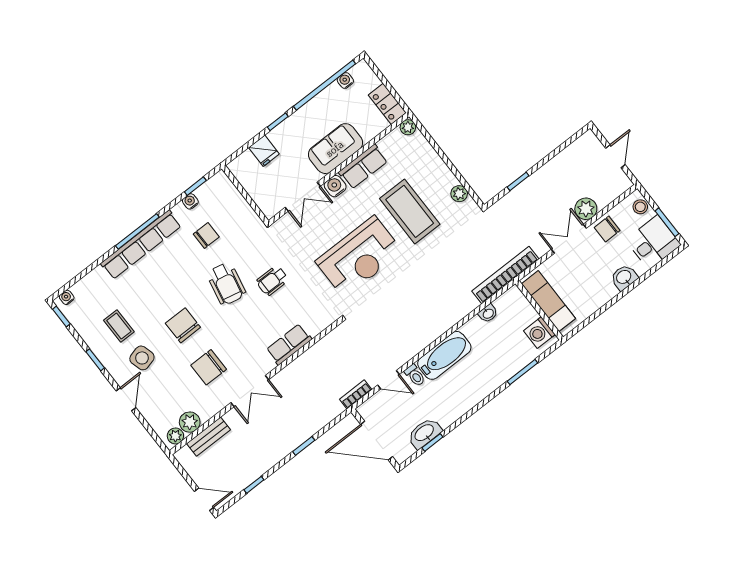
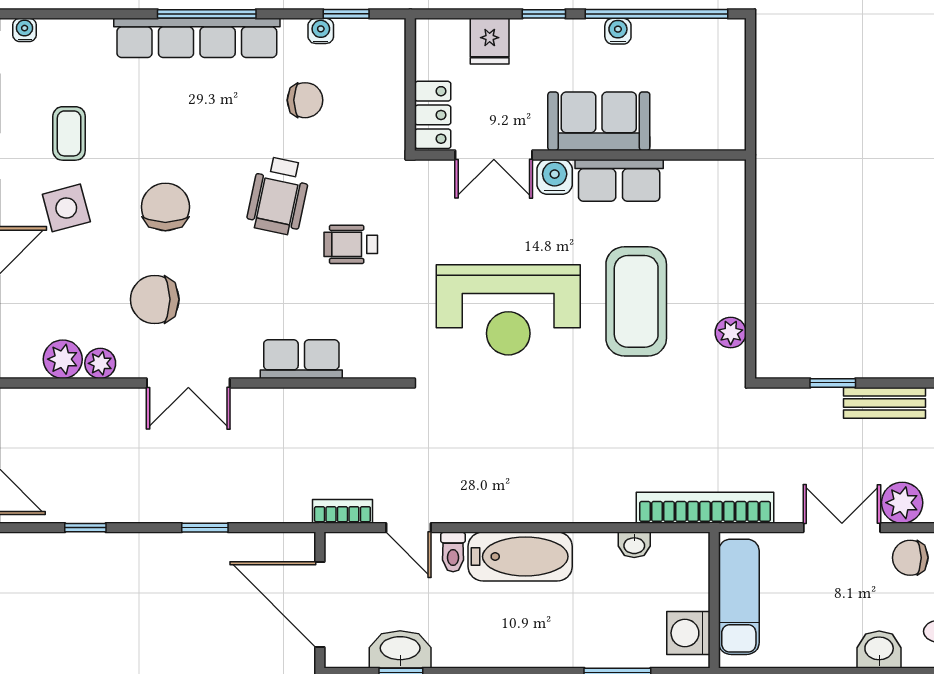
water cooler: (345, 81) -> (618, 31), moved
locker: (387, 104) -> (433, 115), moved, turned 180
plant: (408, 127) -> (732, 174), removed
plant: (175, 436) -> (100, 363), moved
bench: (209, 437) -> (885, 403), moved

